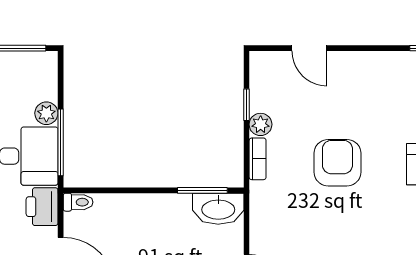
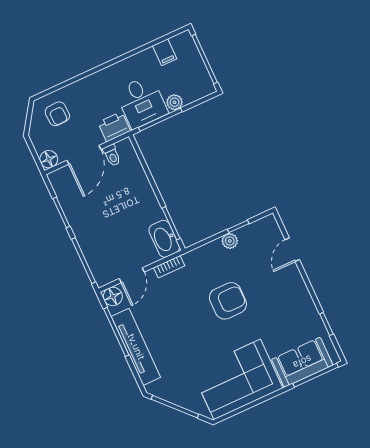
bookcase: (258, 159) -> (169, 267), moved
toilet: (78, 202) -> (112, 155), moved

